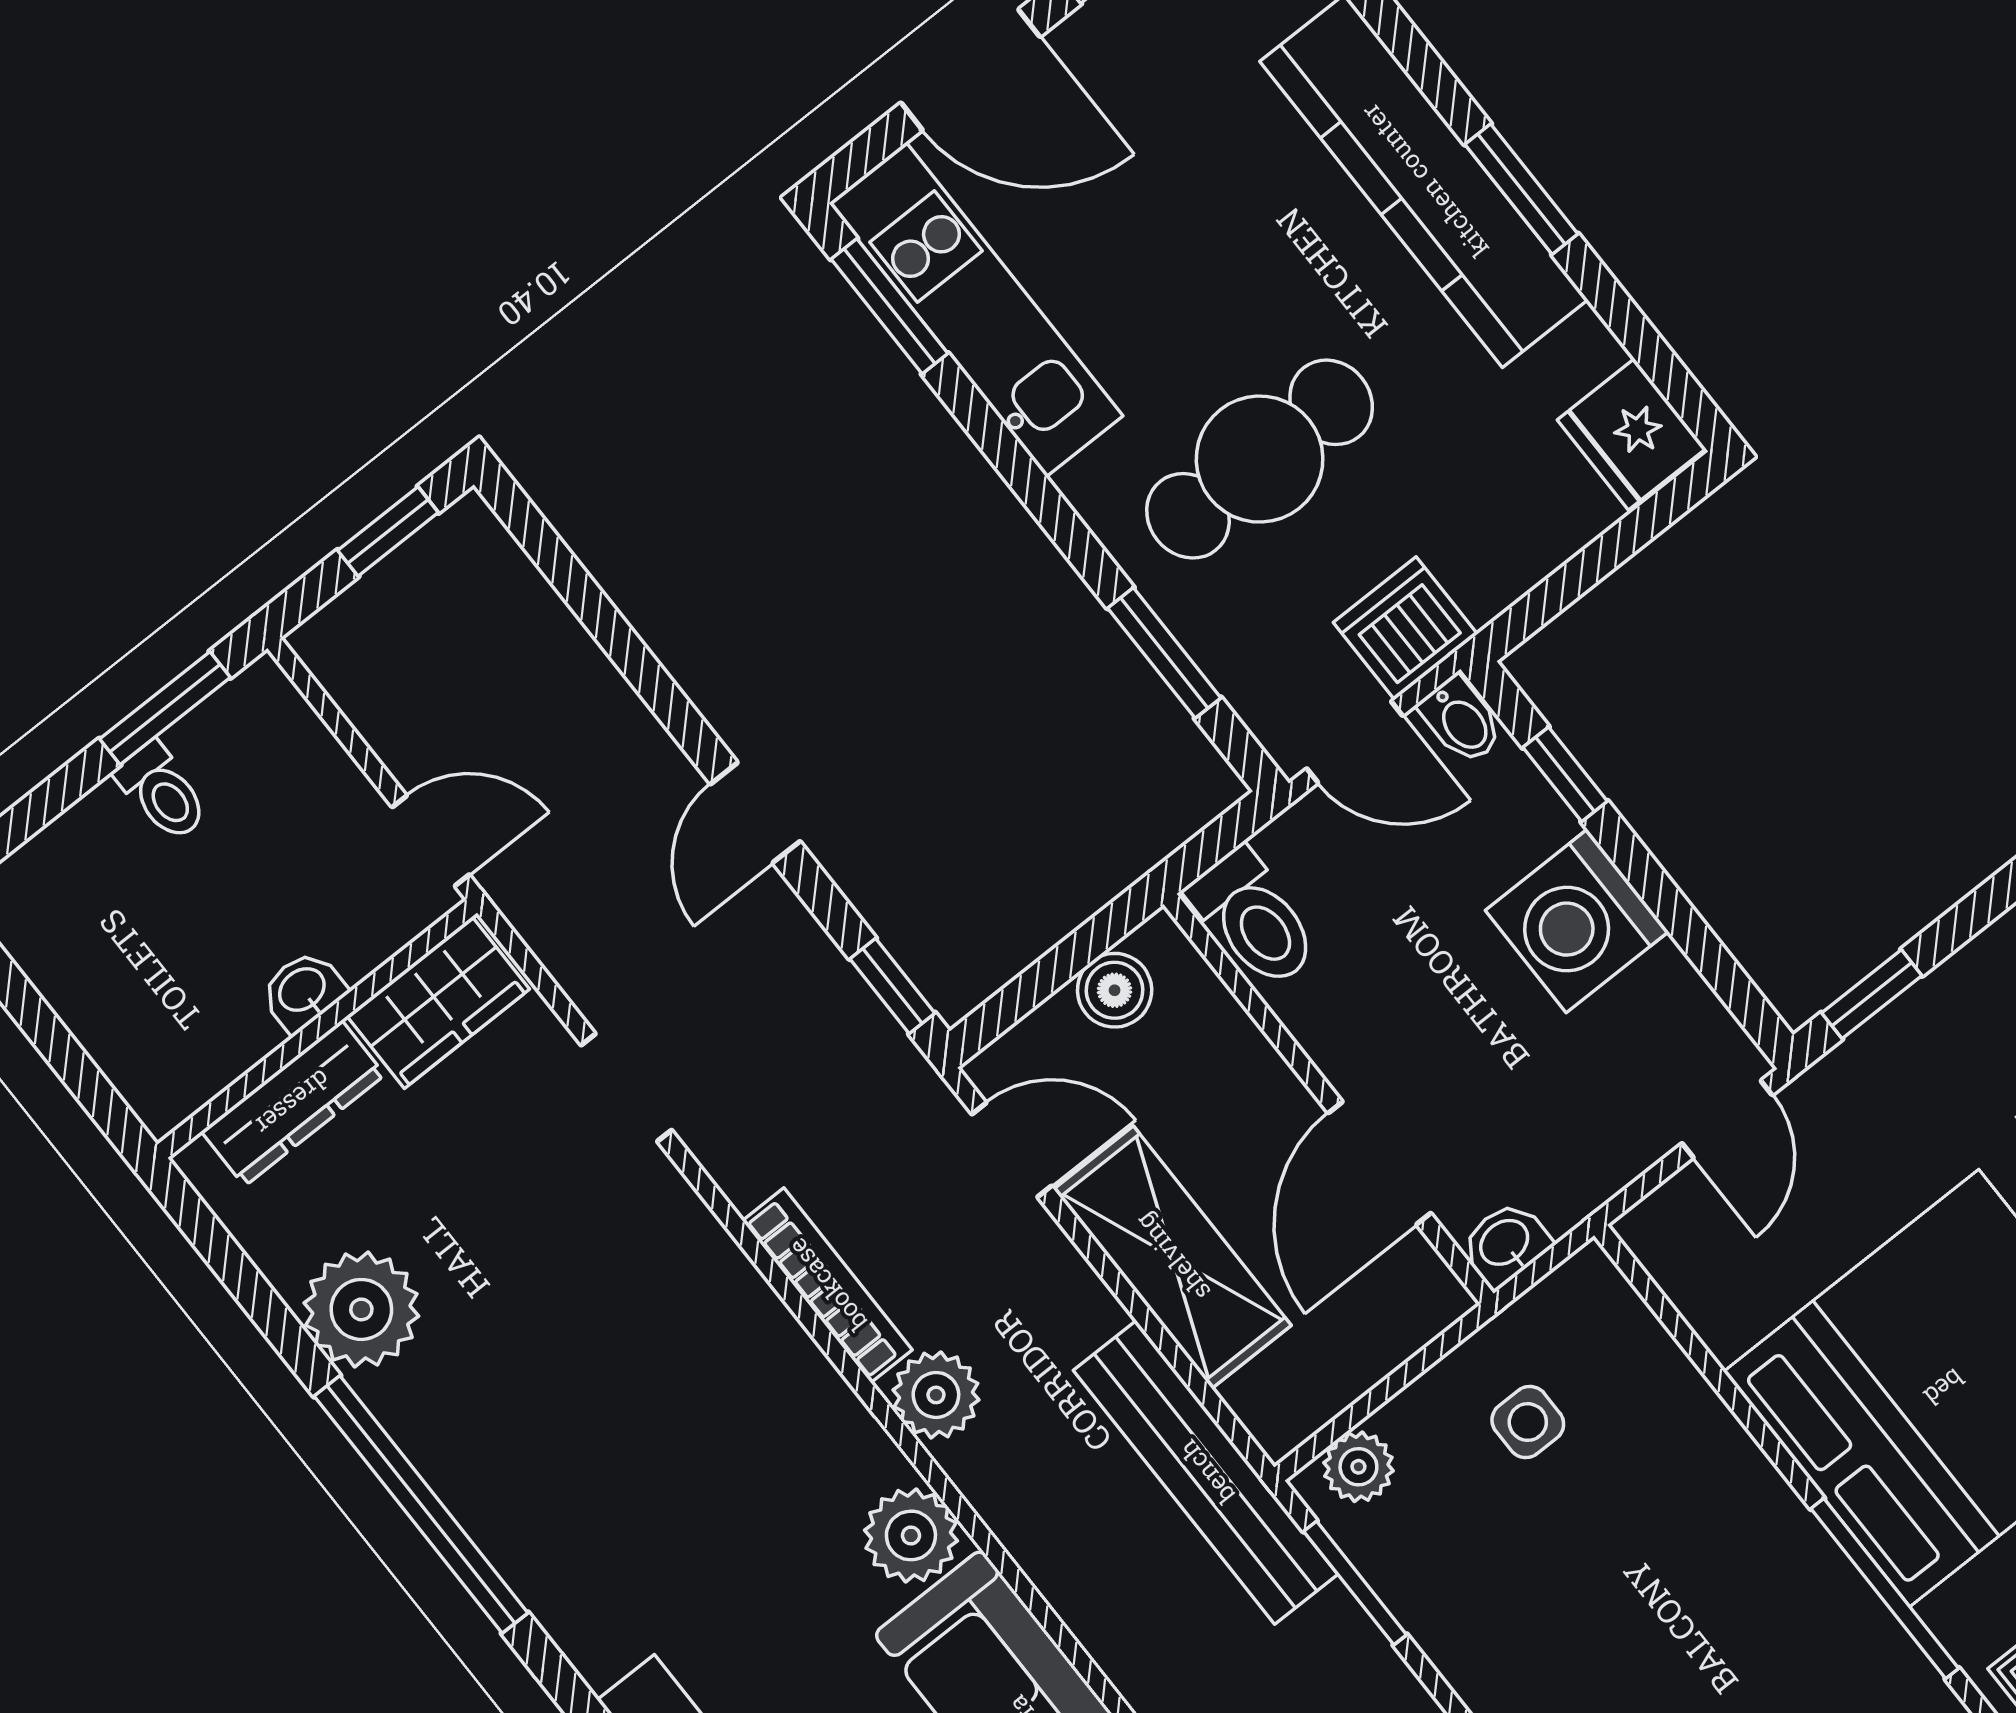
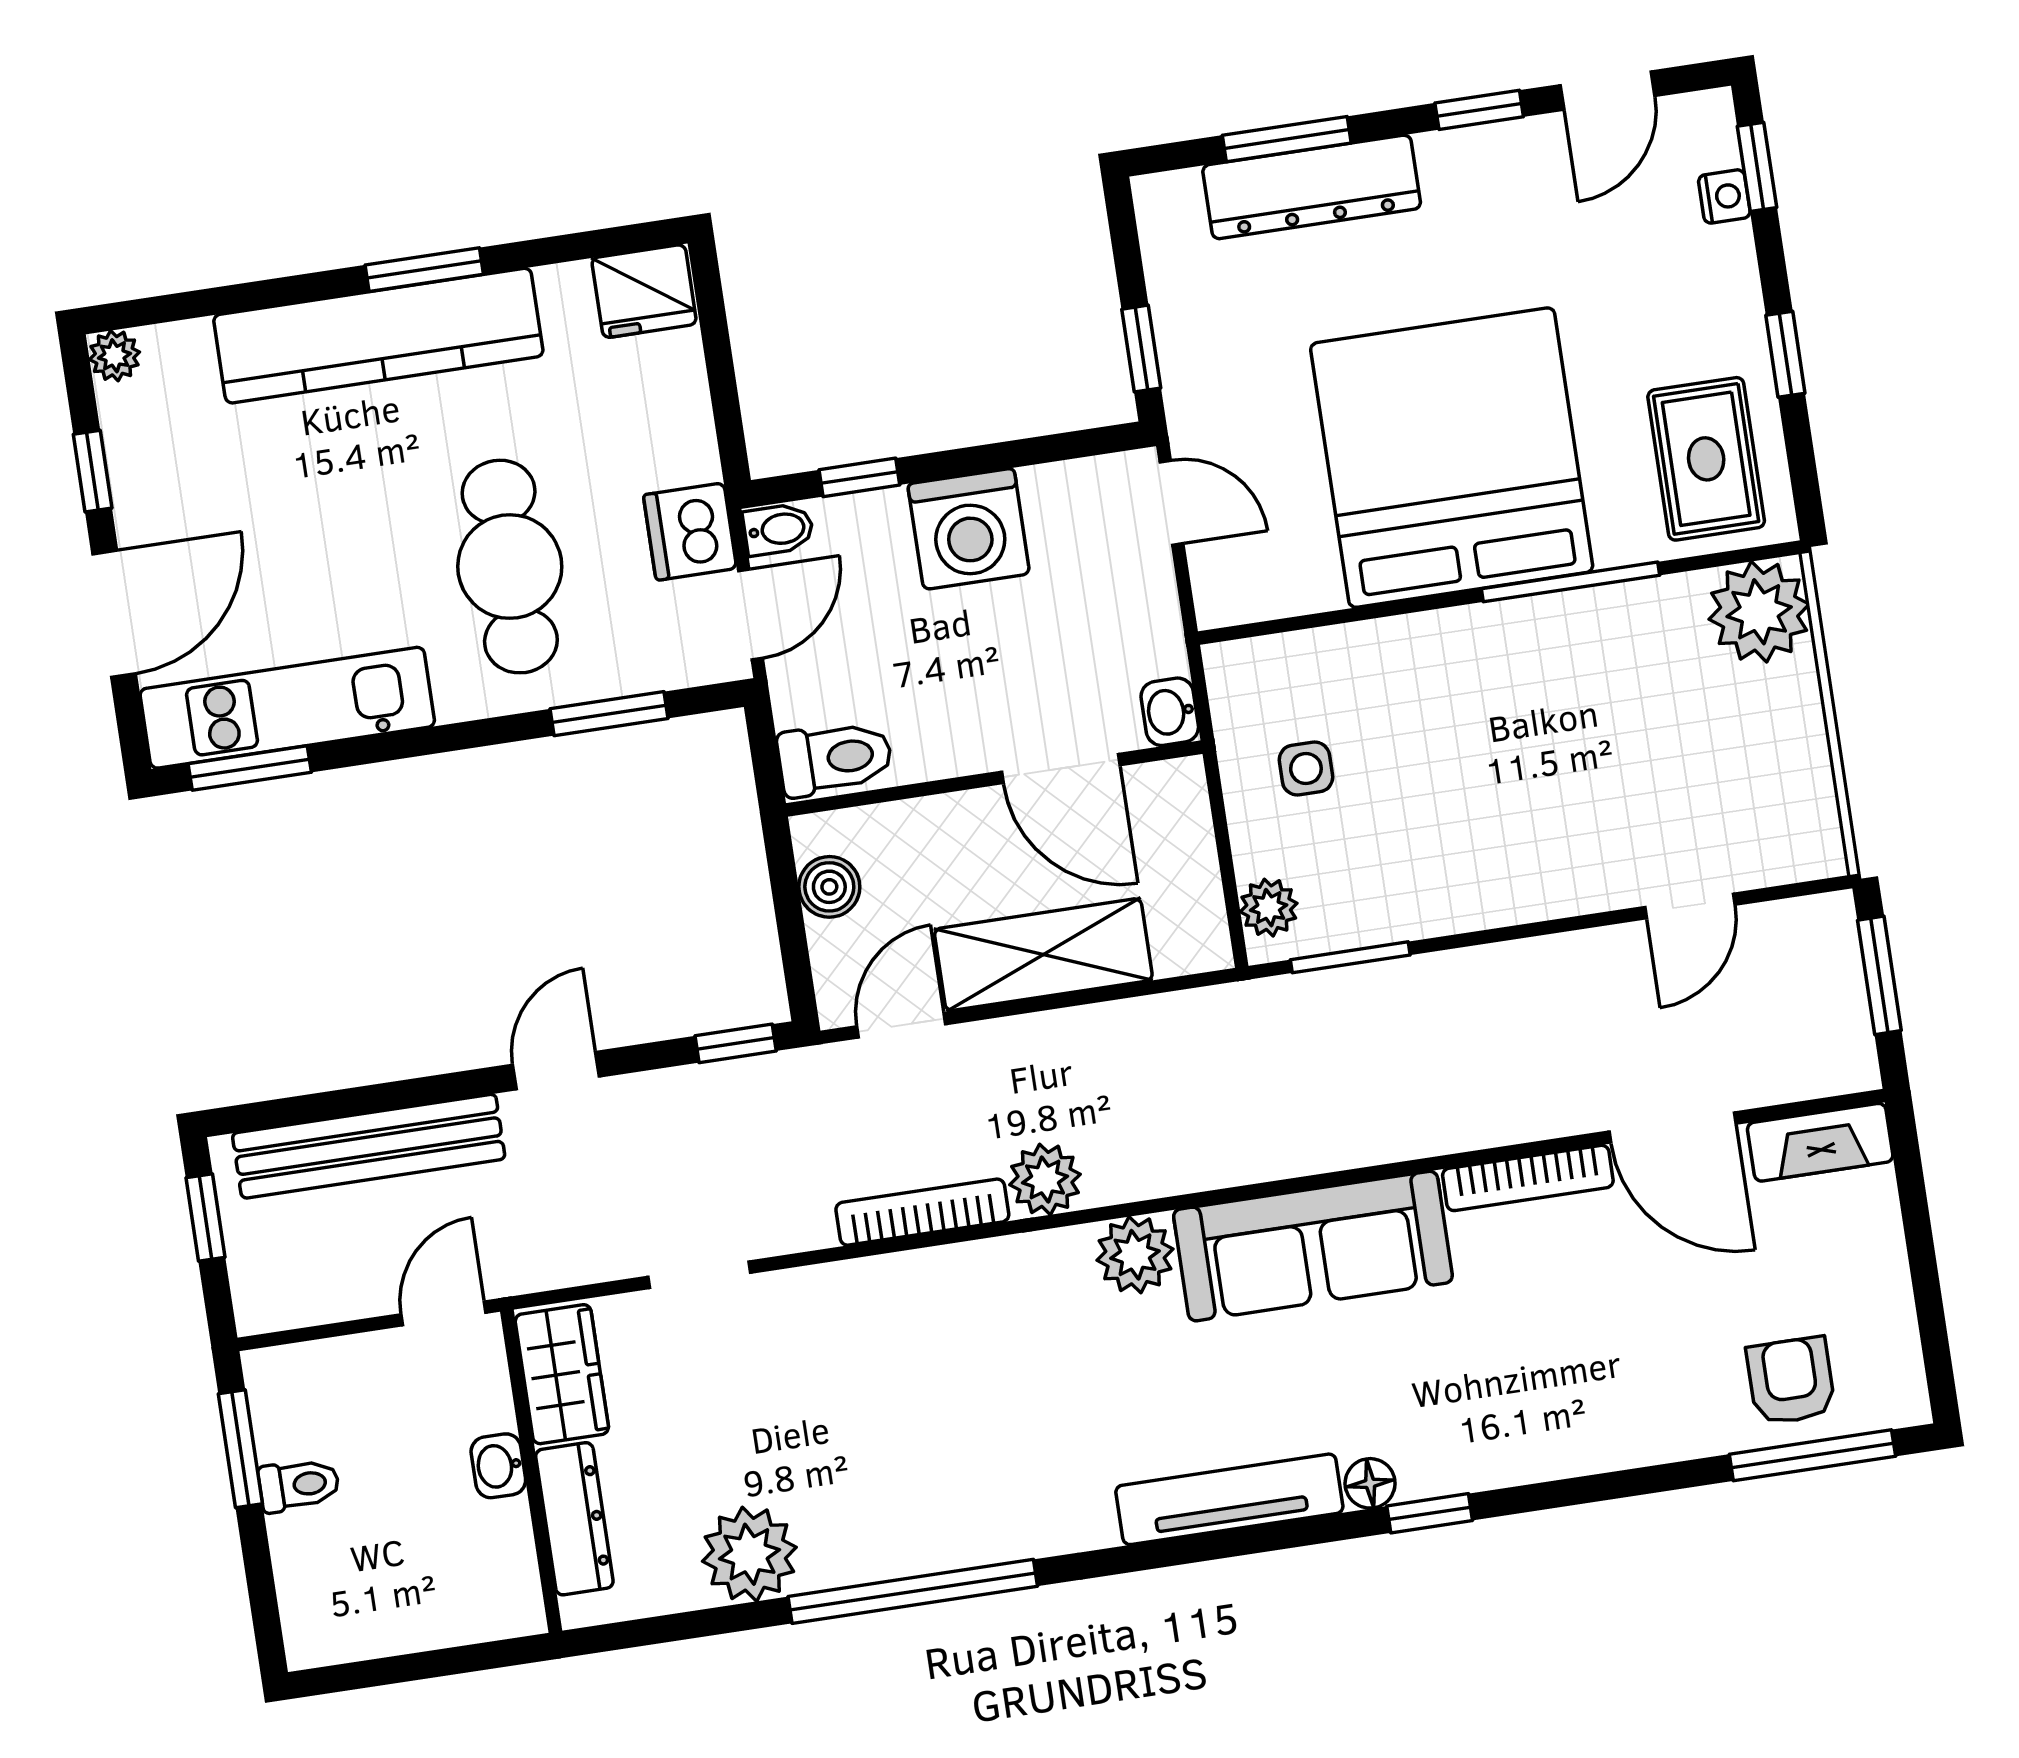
door: (755, 813) -> (556, 1071), swing flipped
bench: (1206, 1472) -> (369, 1146), moved

